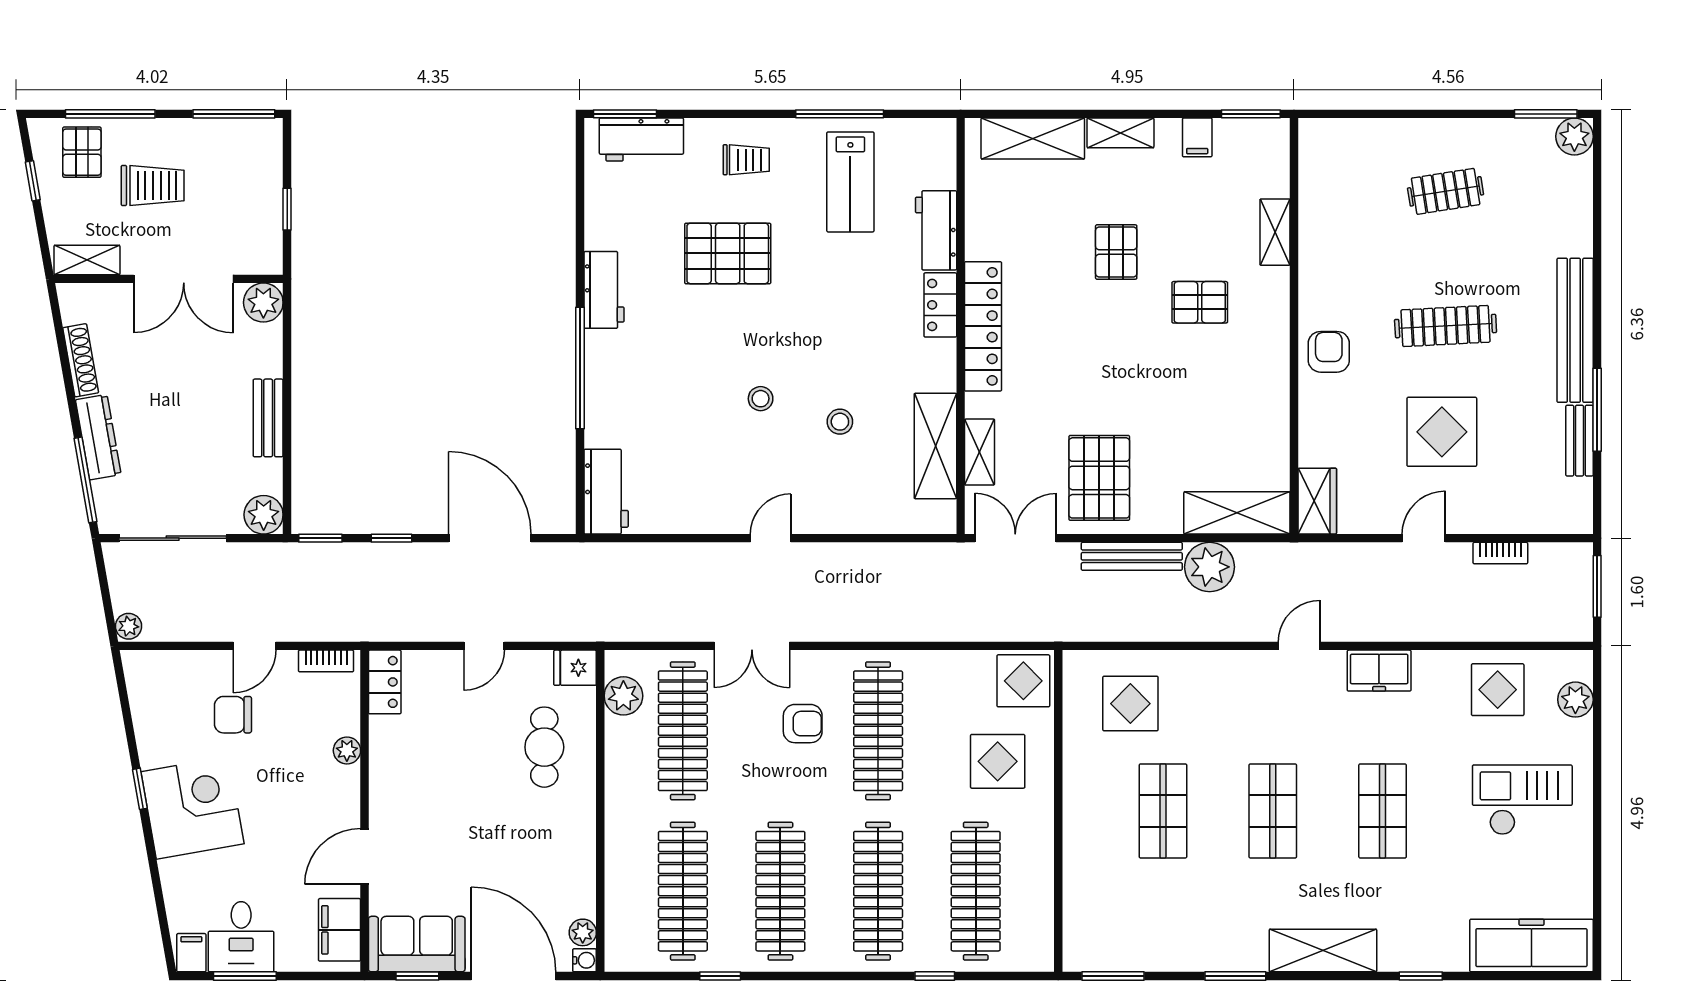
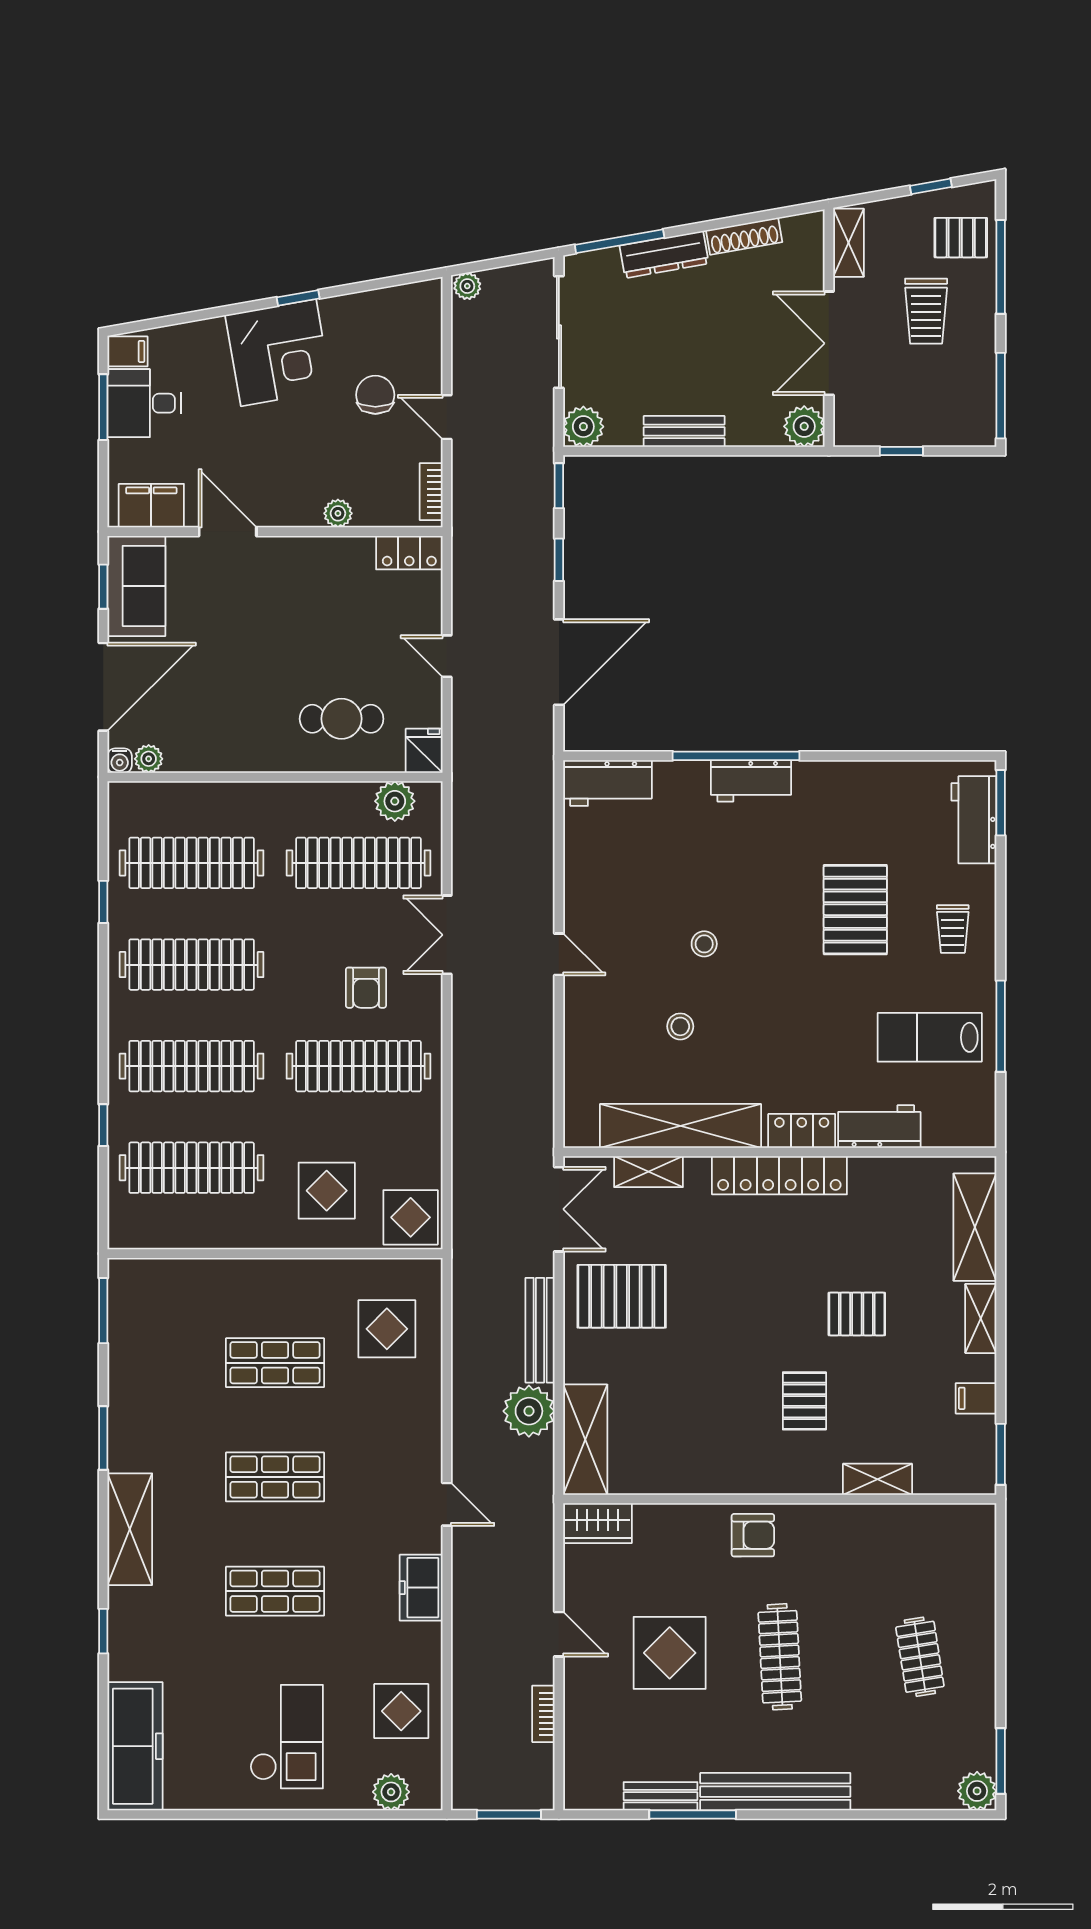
workbench: (604, 290) -> (751, 781), moved
shelving: (935, 446) -> (681, 1126), width x1.47

